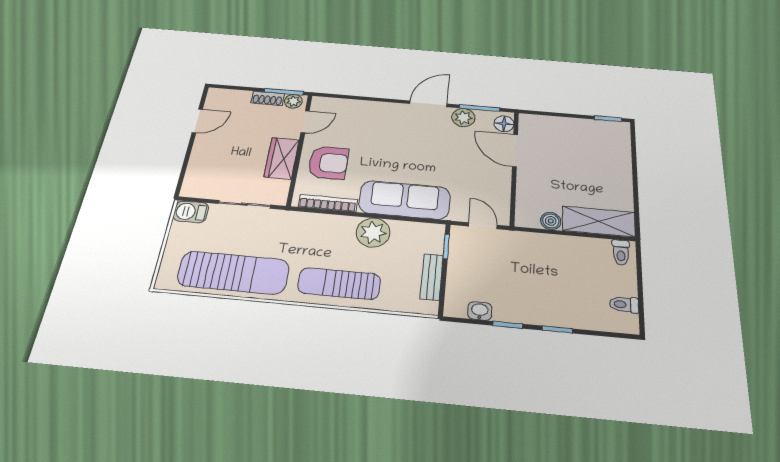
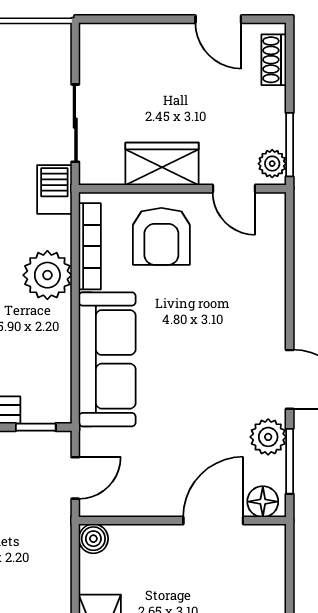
shoe rack: (268, 98) -> (274, 60), moved
barbecue: (191, 212) -> (54, 190), moved
boiler: (551, 221) -> (93, 539), moved
plant: (373, 233) -> (47, 275), moved

